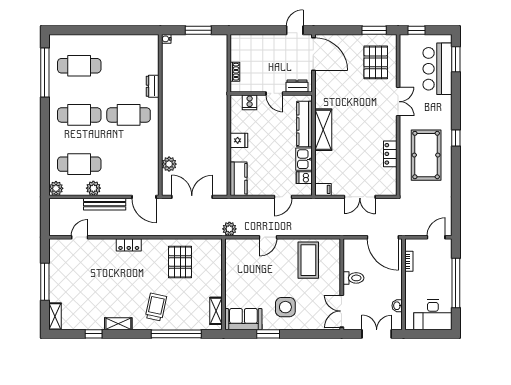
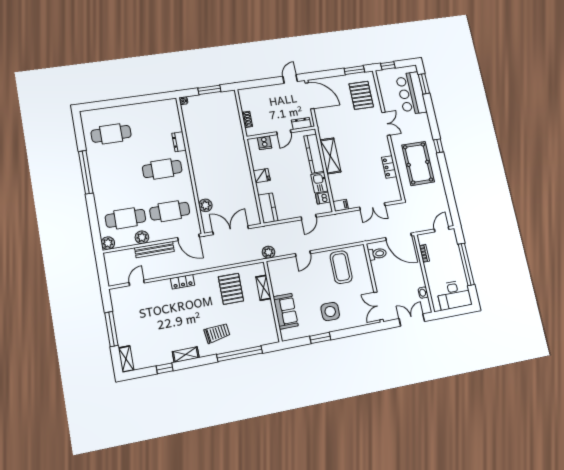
window: (45, 72) -> (86, 172), moved
door: (274, 93) -> (284, 132), hinge flipped
cafe table: (79, 115) -> (170, 211), moved
toilet: (353, 278) -> (377, 254), moved
trolley: (156, 307) -> (217, 333), turned 70
shelving: (216, 311) -> (263, 288), moved
sofa: (243, 319) -> (286, 311), moved, turned 90

